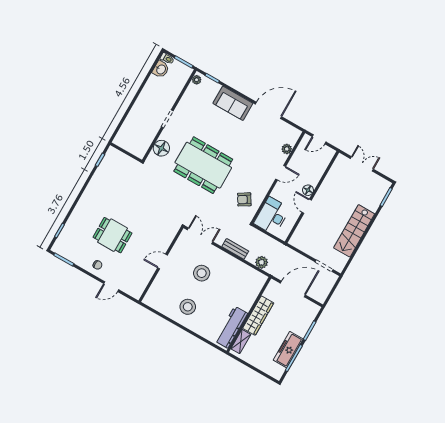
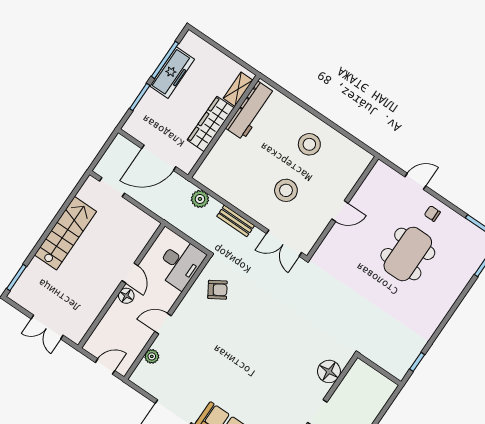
dining table: (203, 165) -> (272, 343), removed
dining table: (112, 235) -> (408, 254), width x1.38

